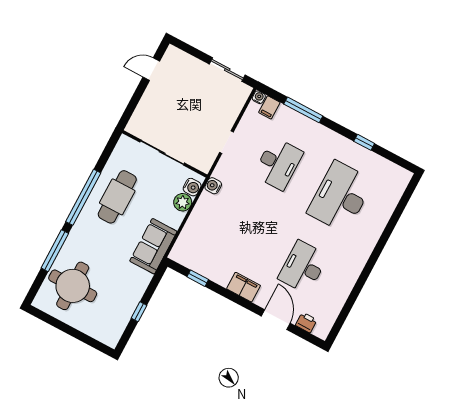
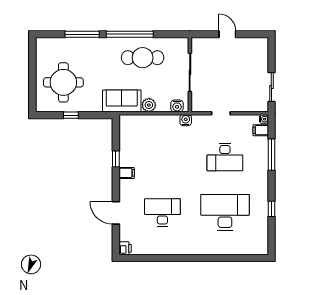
door: (151, 69) -> (227, 34), moved
plant: (183, 202) -> (149, 105), moved
window: (198, 278) -> (116, 159), moved
round table: (73, 286) -> (63, 82), moved
filing cabinet: (244, 287) -> (127, 173), width x0.50
door: (276, 320) -> (116, 213), swing flipped
printer: (306, 323) -> (125, 248), moved

